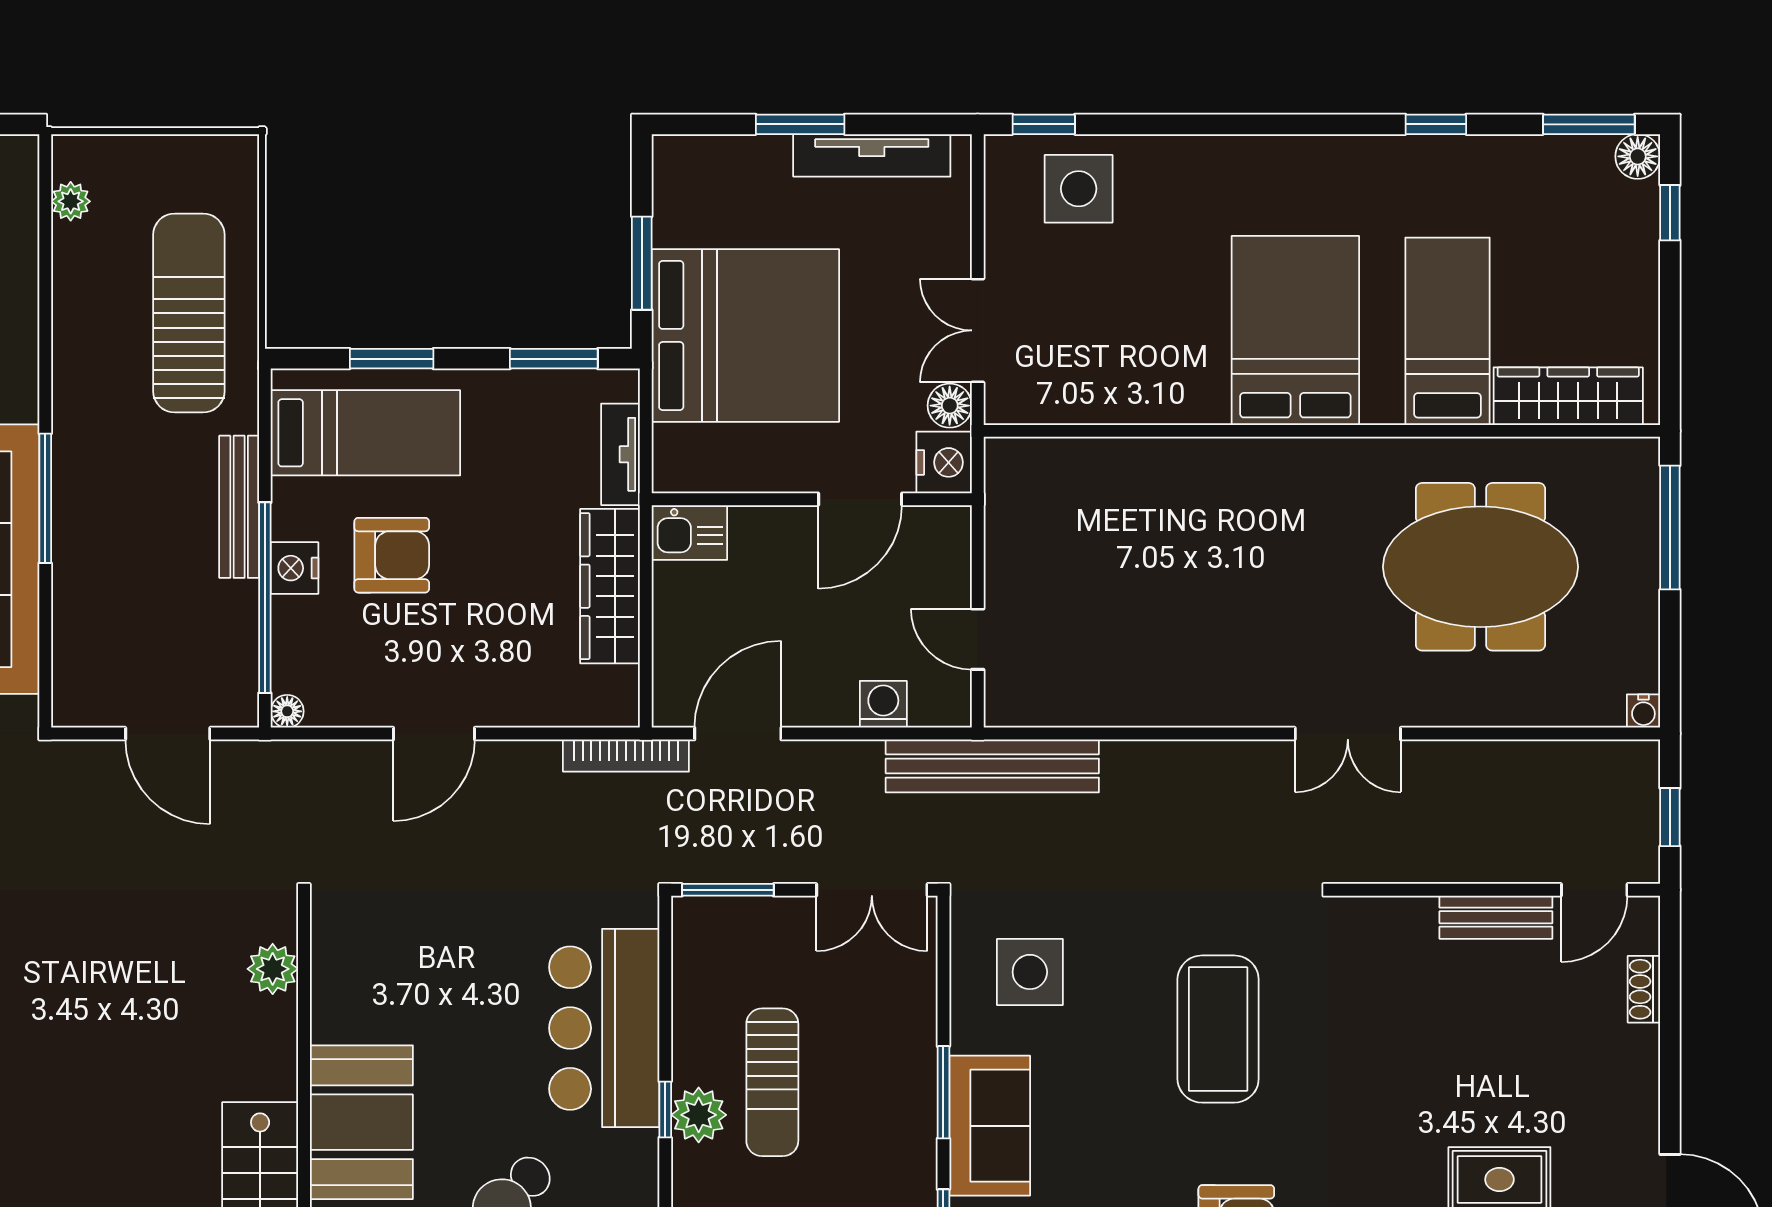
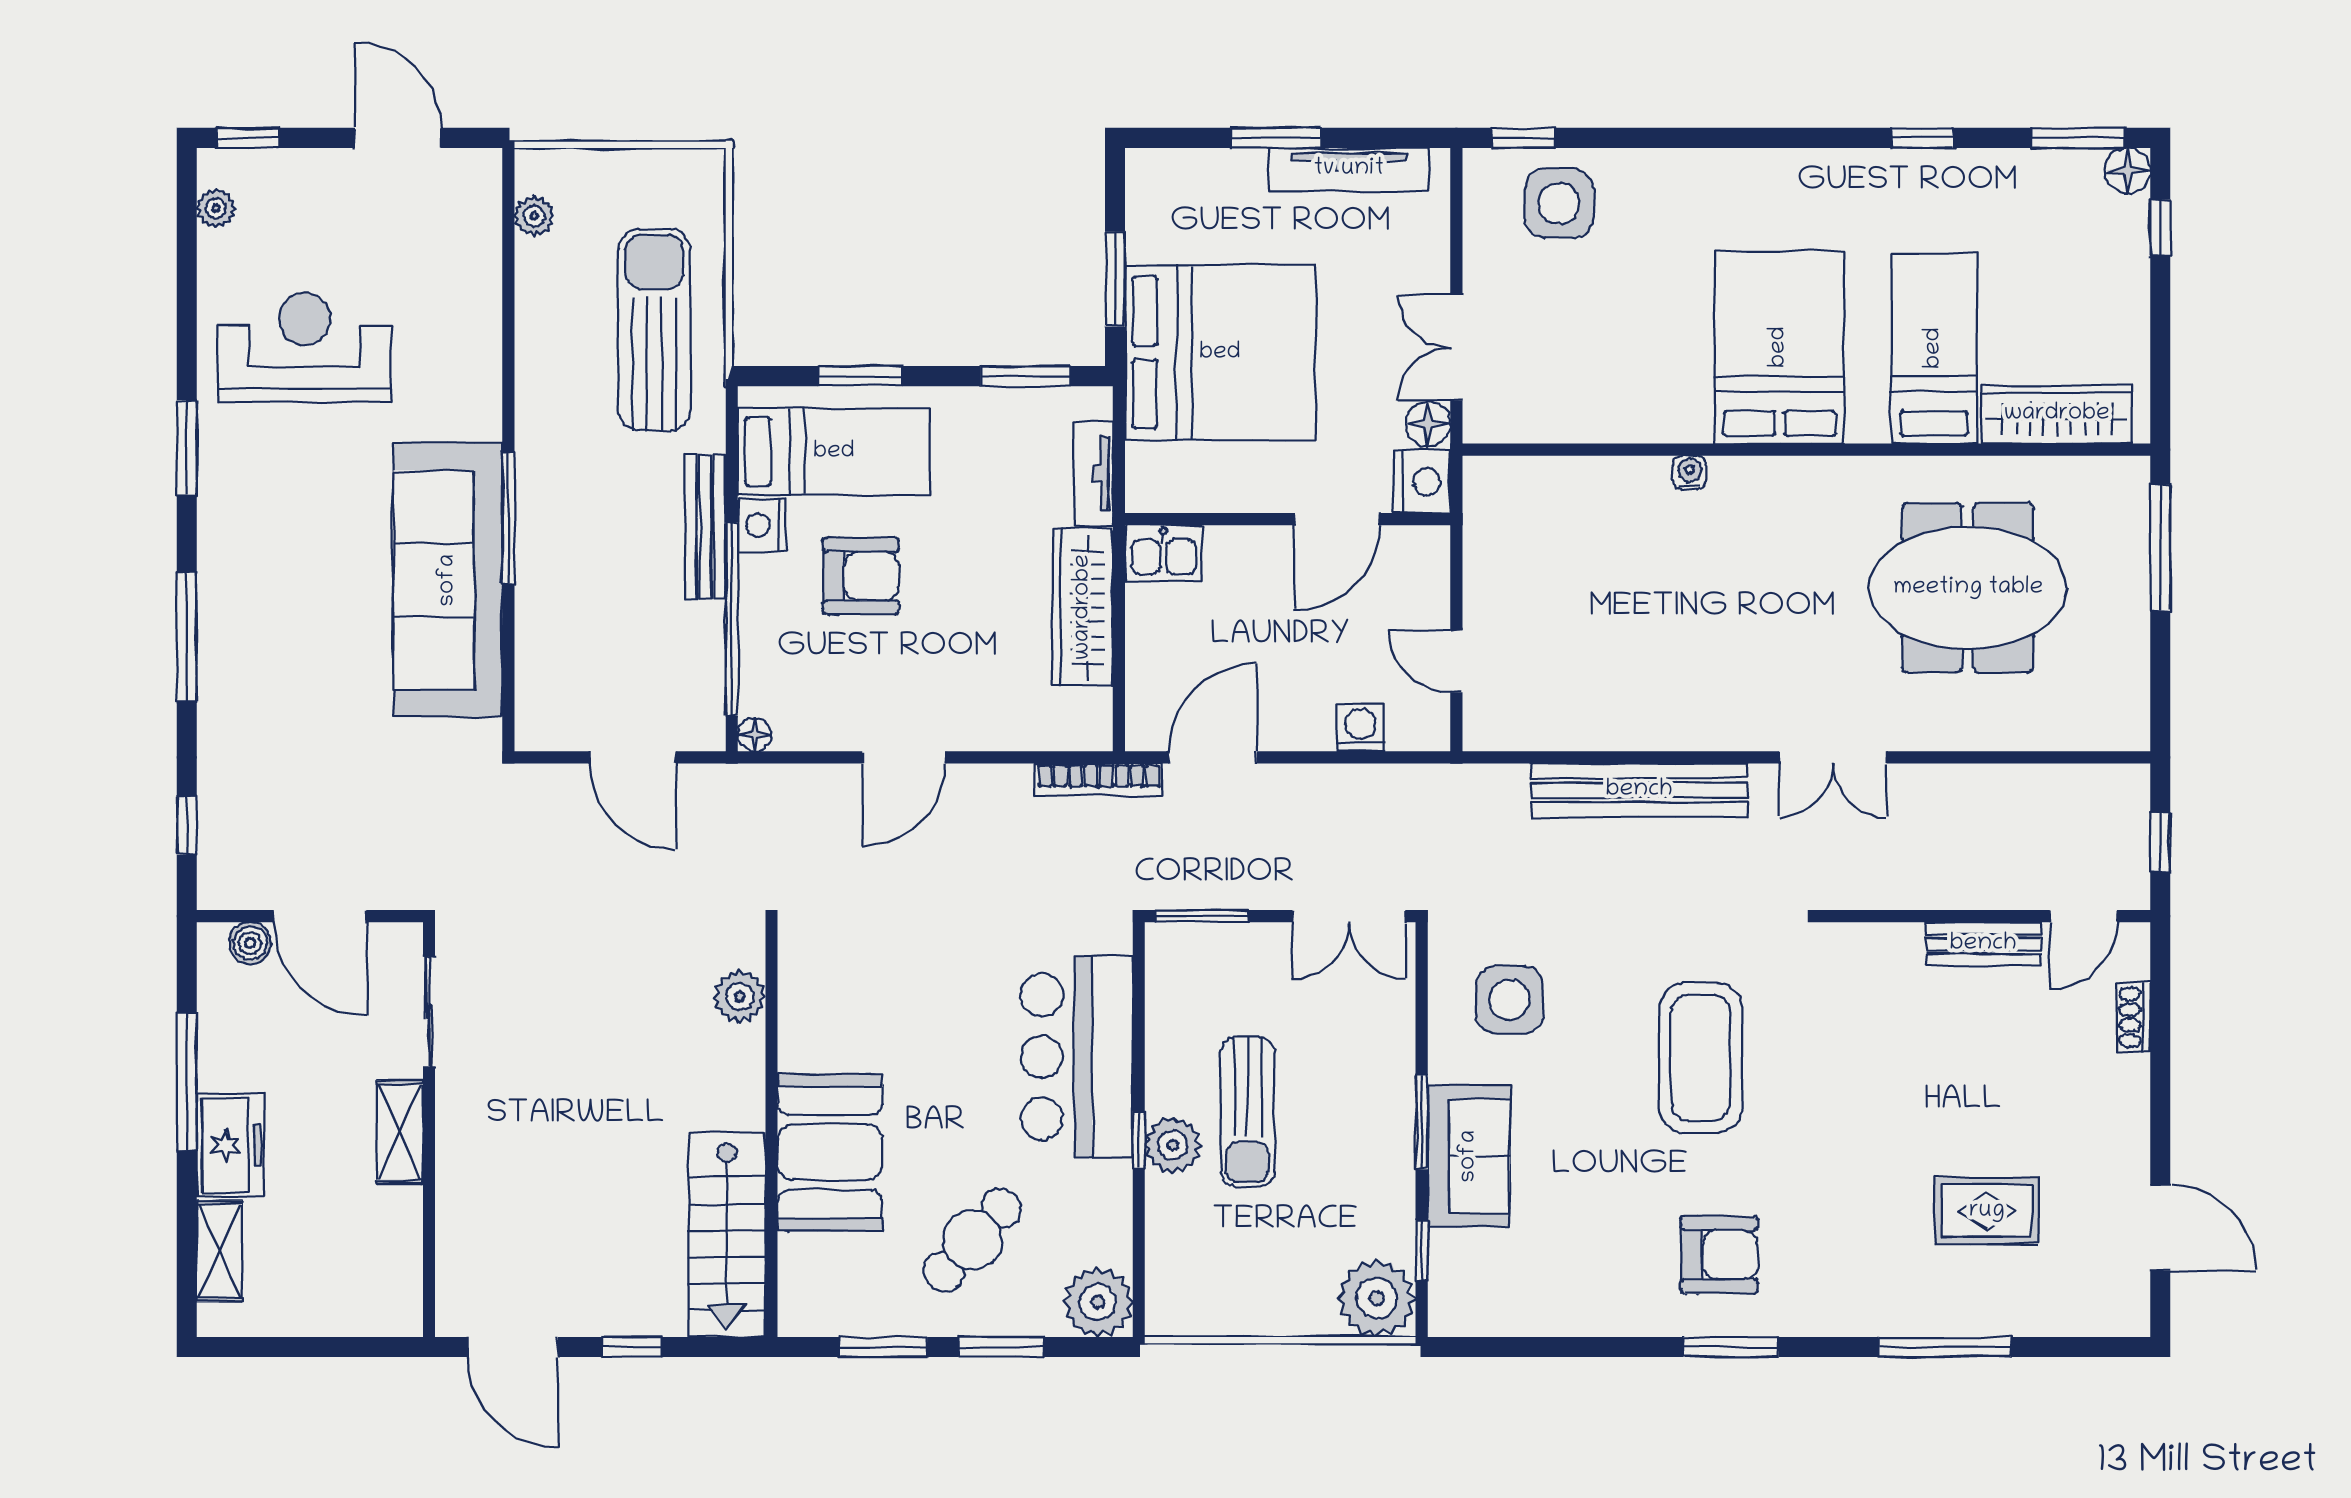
nightstand: (295, 568) -> (762, 525), moved
water cooler: (1643, 711) -> (1690, 473), moved, turned 180
bench: (992, 766) -> (1639, 790), moved

